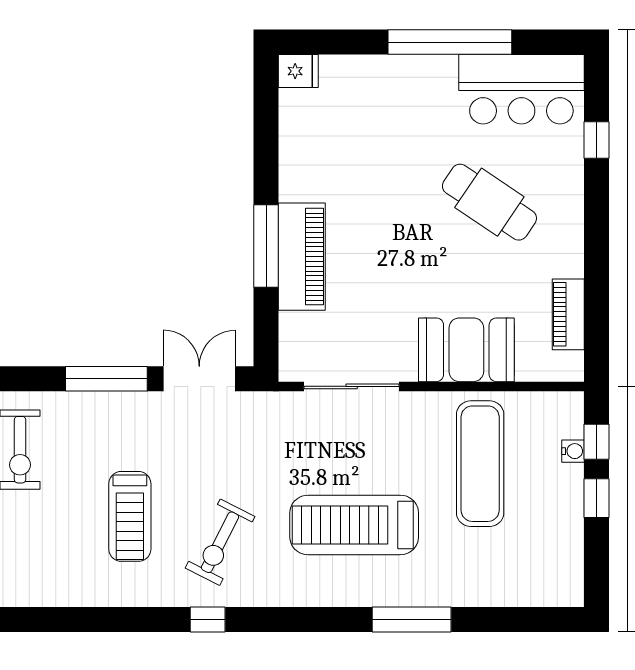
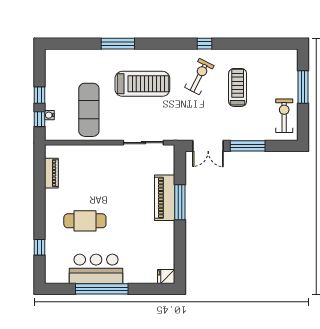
bar counter: (521, 89) -> (96, 269), moved
cafe table: (489, 202) -> (85, 221), turned -34
booth: (466, 350) -> (95, 158), removed

